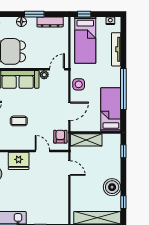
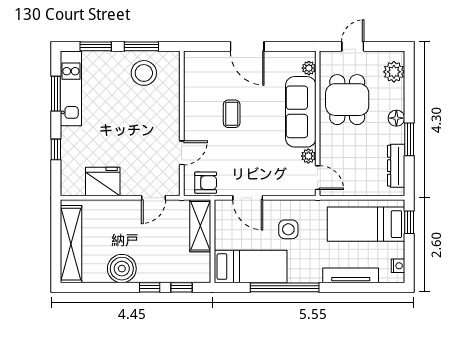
side table: (79, 84) -> (288, 229), moved
fridge: (19, 161) -> (103, 182), moved, turned 90
window: (123, 202) -> (150, 287), moved

